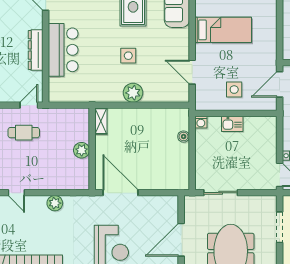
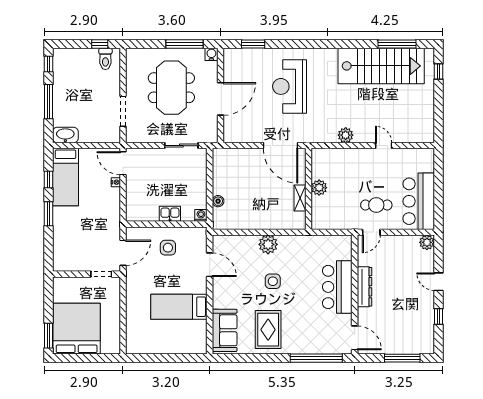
shelving: (101, 121) -> (300, 198), moved

